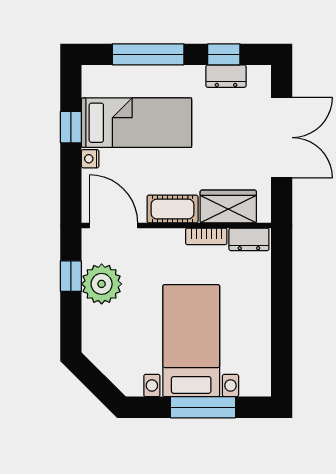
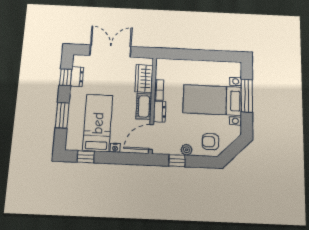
window: (148, 54) -> (62, 115), width x0.69
window: (71, 127) -> (86, 157), moved
dresser: (249, 239) -> (159, 112), moved
plant: (102, 284) -> (187, 150), width x0.53, depth x0.53
armchair: (110, 338) -> (211, 142), added

